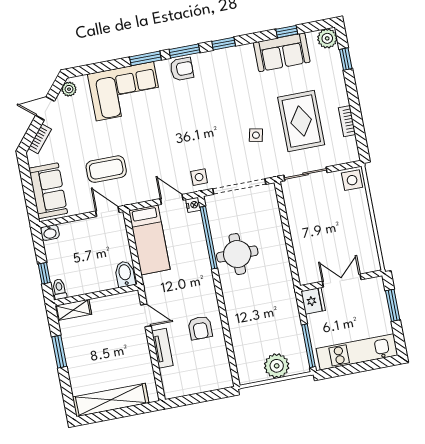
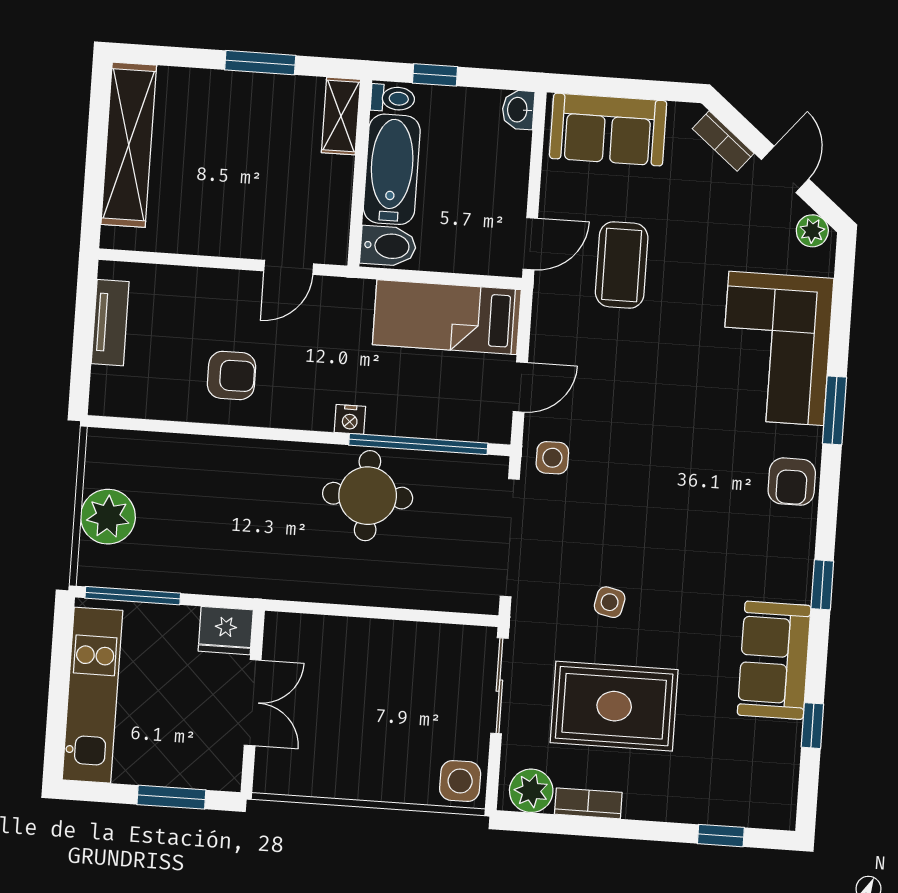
plant: (327, 38) -> (531, 791), moved
window: (184, 51) -> (828, 497), removed
sofa: (282, 52) -> (774, 660), moved
nightstand: (193, 205) -> (350, 419), moved
bathtub: (91, 281) -> (392, 169), added
armchair: (200, 328) -> (231, 375), turned 180
tv unit: (162, 348) -> (110, 323), moved, turned -90

